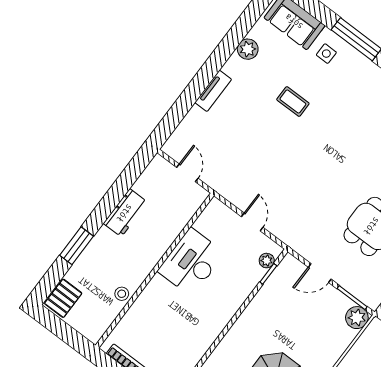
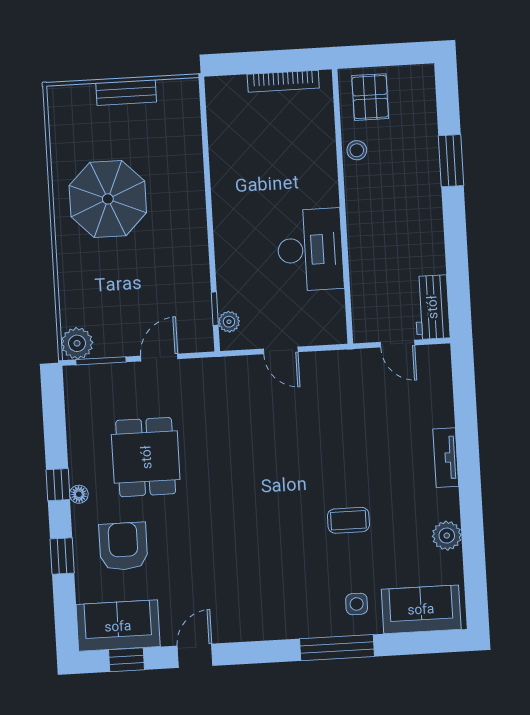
workbench: (125, 213) -> (432, 307), moved
pallet: (63, 298) -> (370, 97), moved

